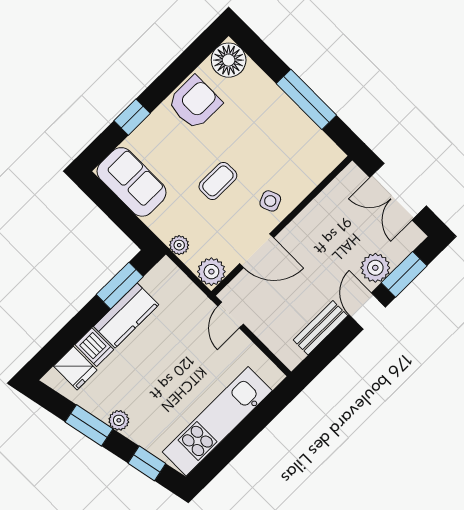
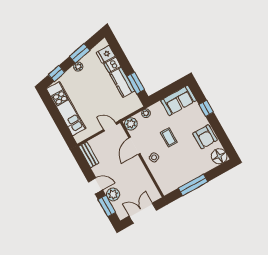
bench: (320, 328) -> (89, 155), moved

